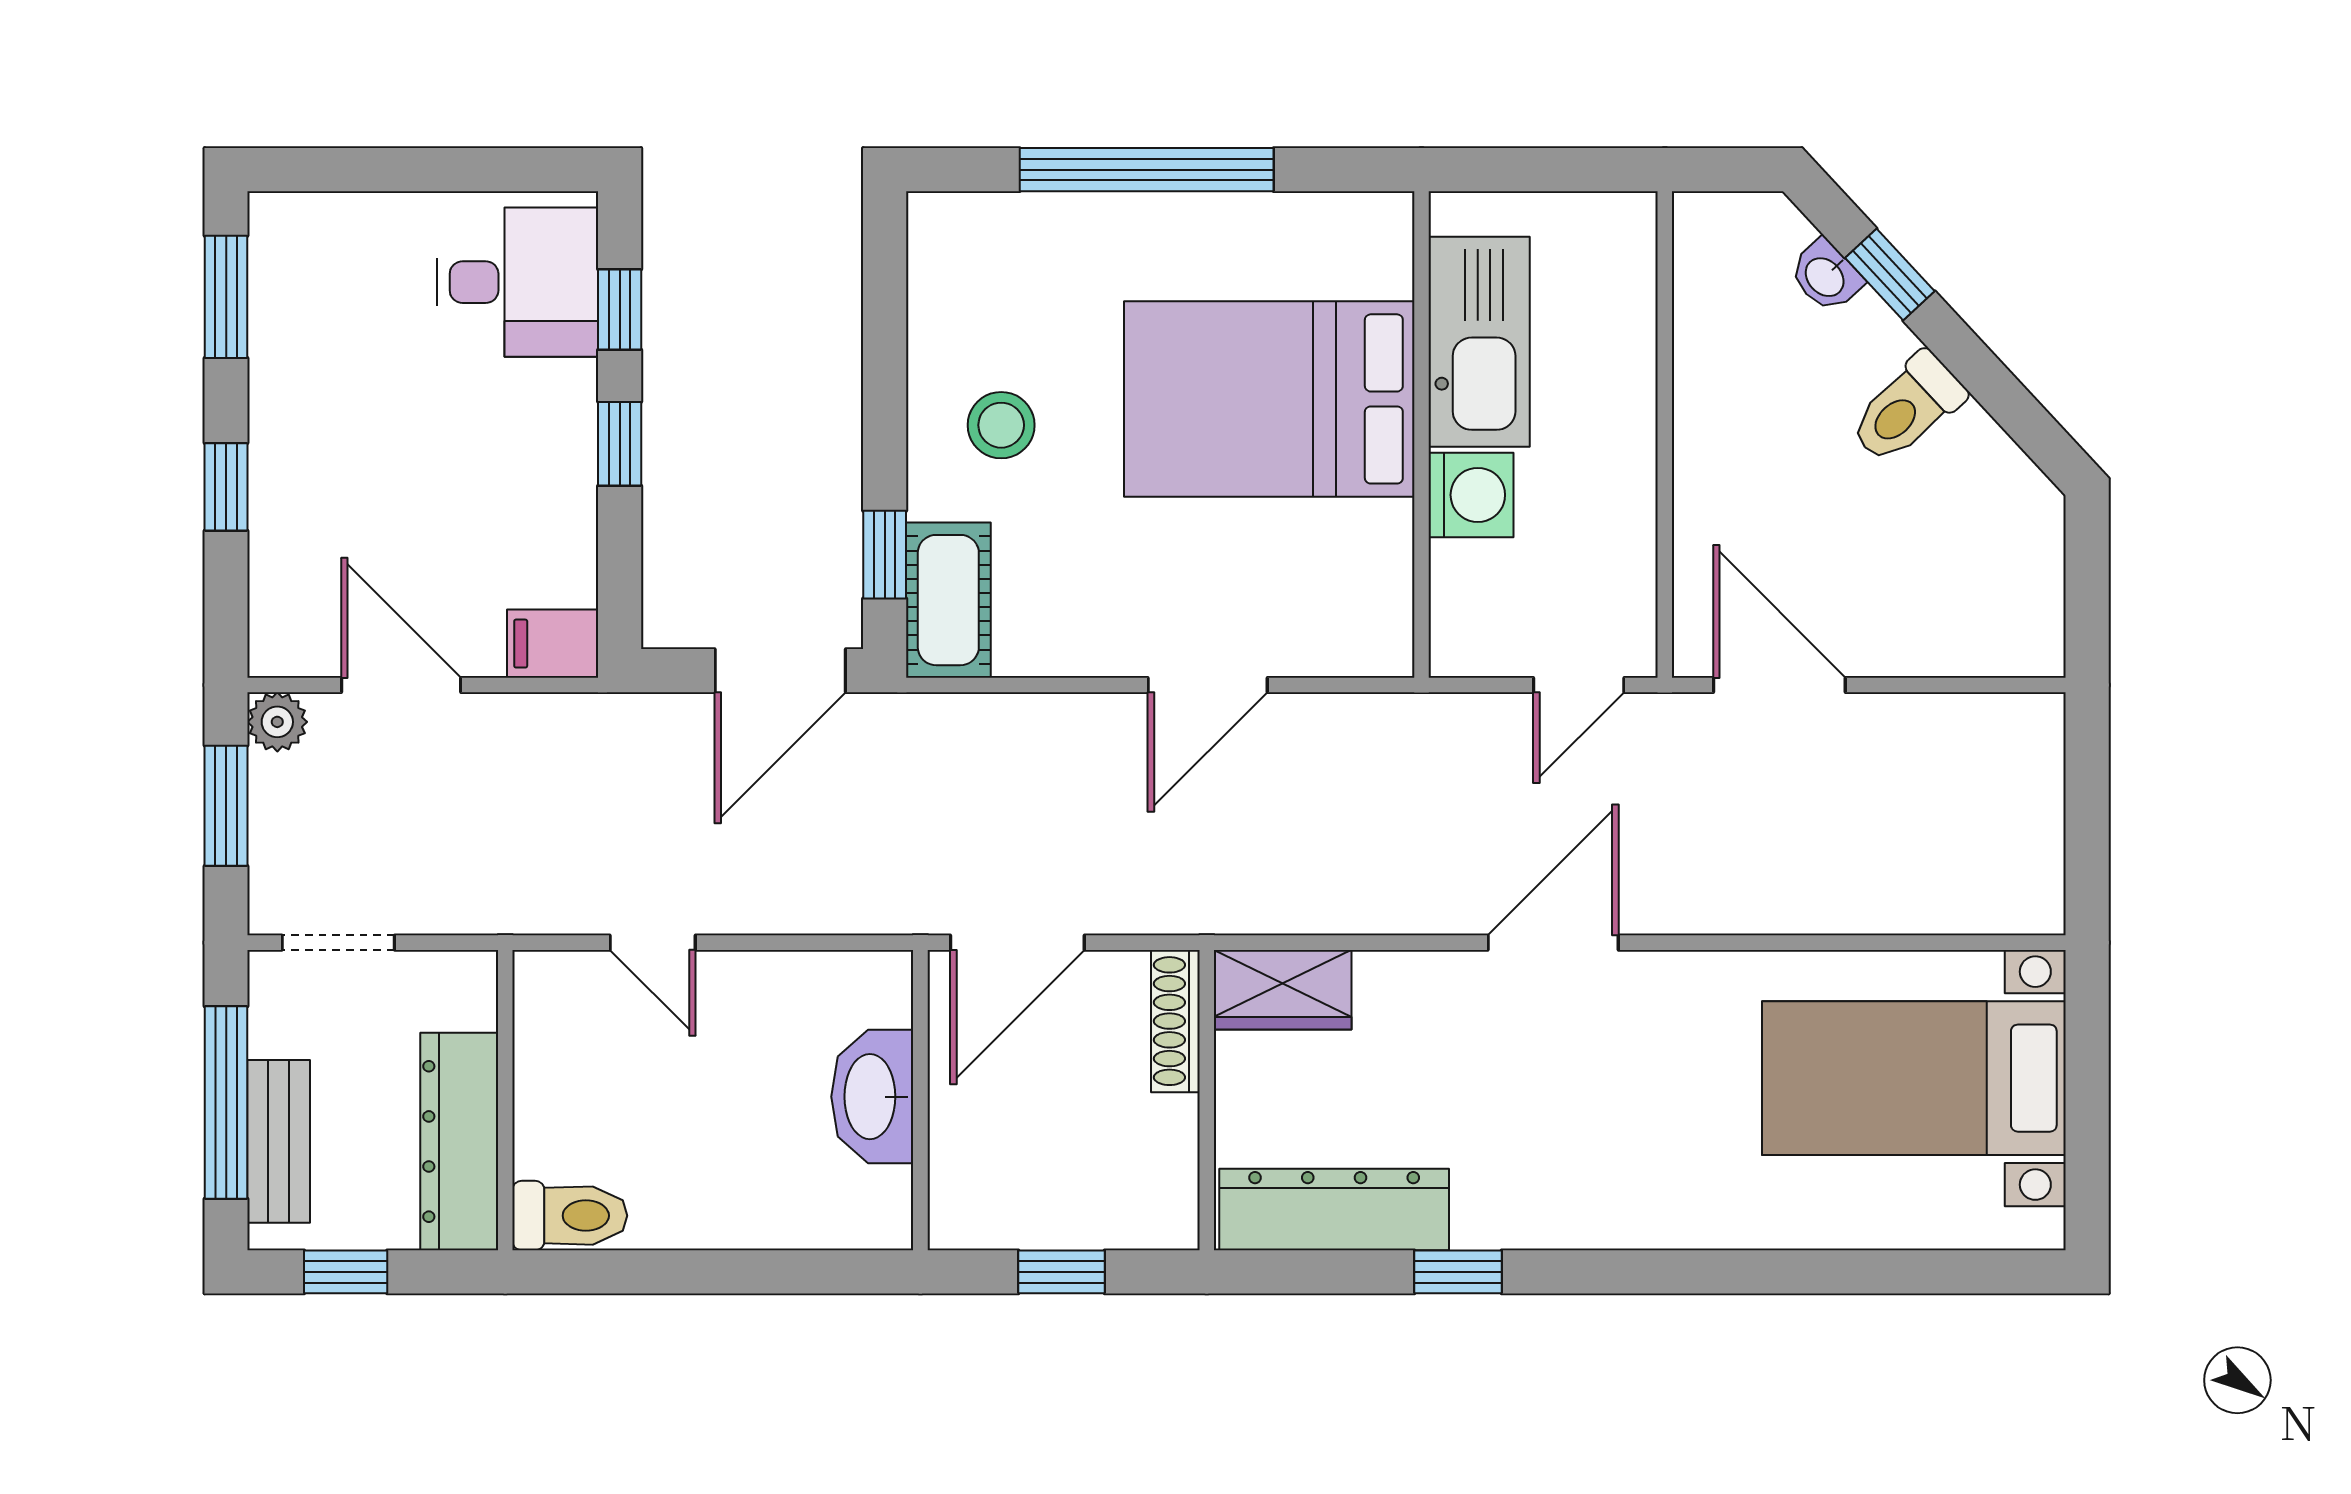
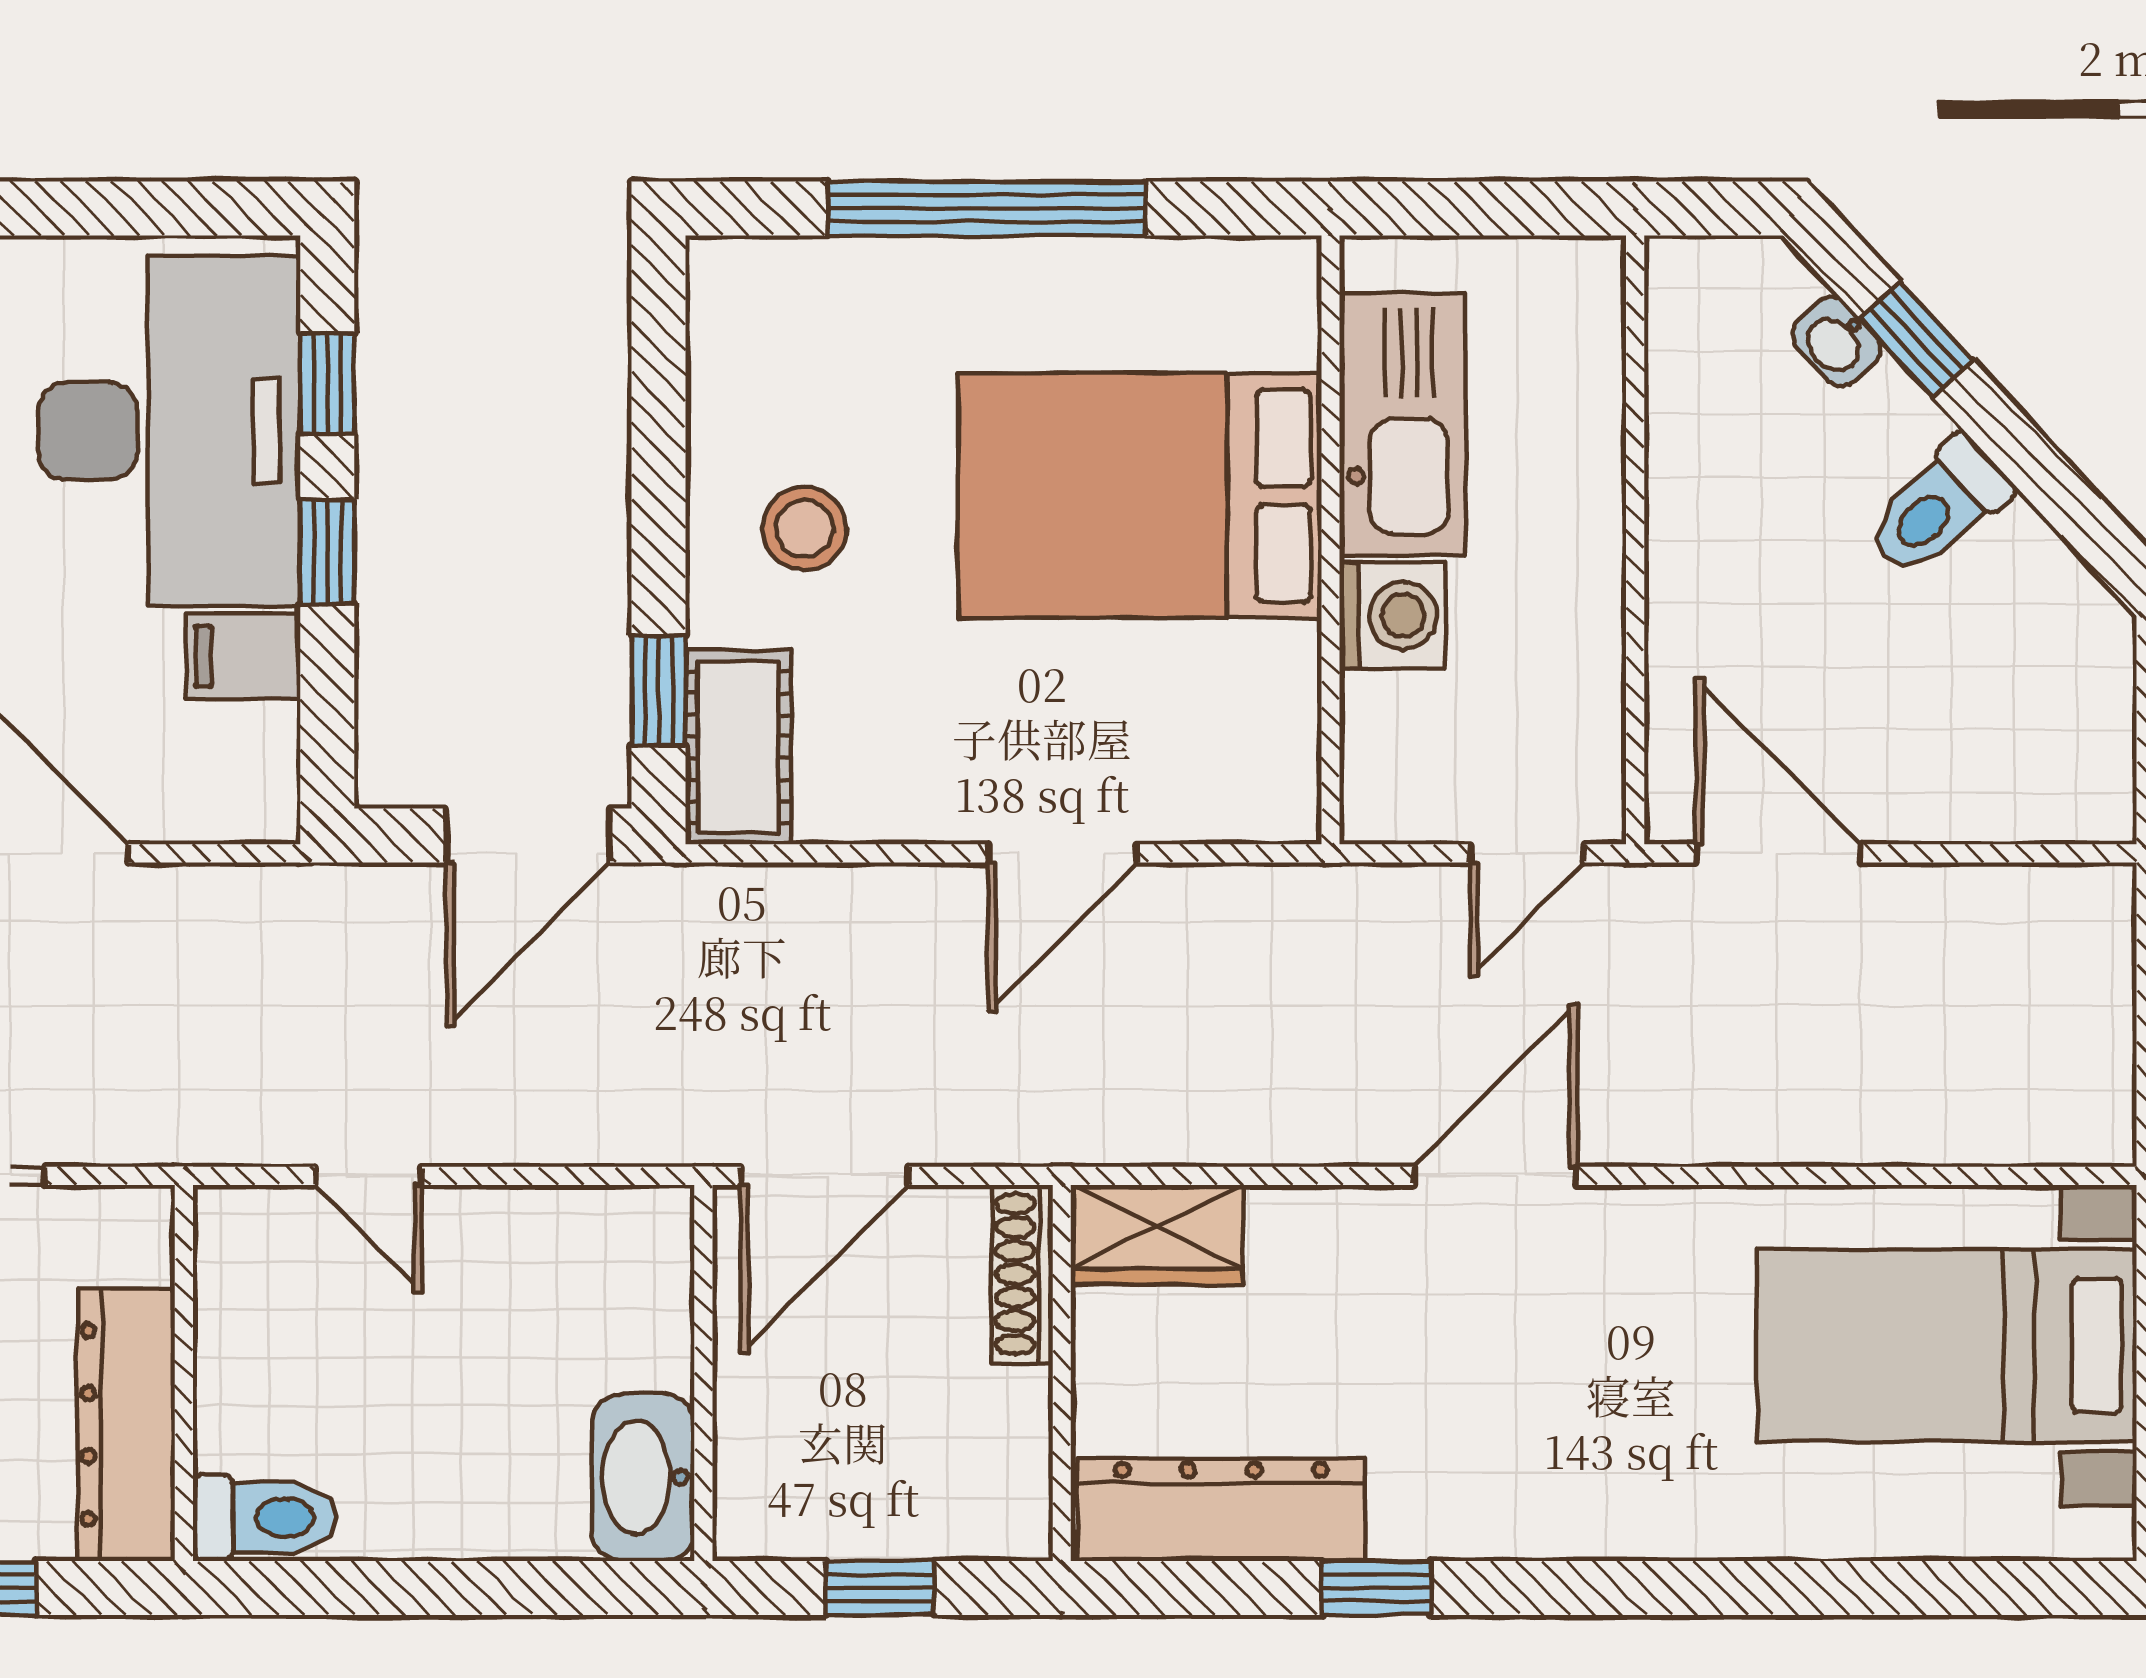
desk: (518, 282) -> (169, 431), width x1.87, depth x1.30
filing cabinet: (553, 644) -> (243, 656), moved
washbasin: (872, 1097) -> (643, 1477), moved

